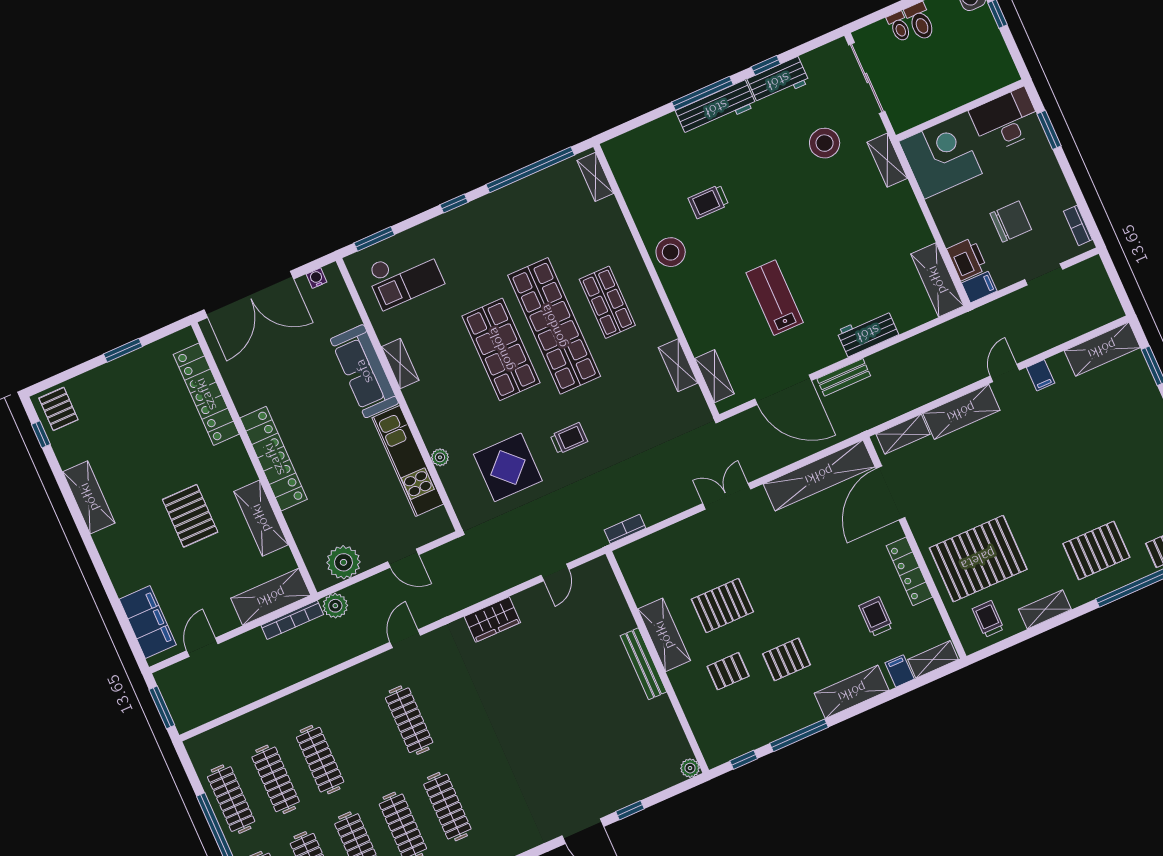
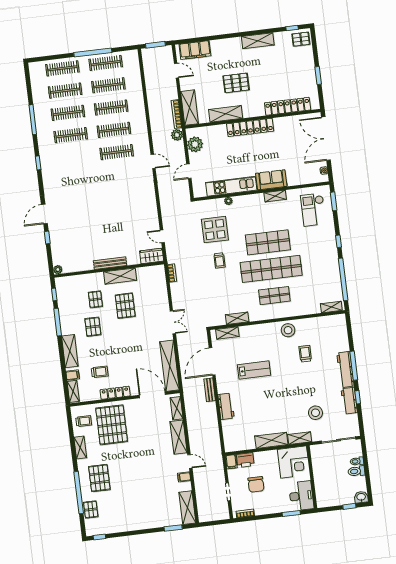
shelving: (937, 280) -> (271, 440), moved
sofa: (364, 371) -> (271, 180), width x0.73
wardrobe: (492, 619) -> (152, 256), moved, turned 90
clothes rail: (447, 807) -> (114, 130), moved

